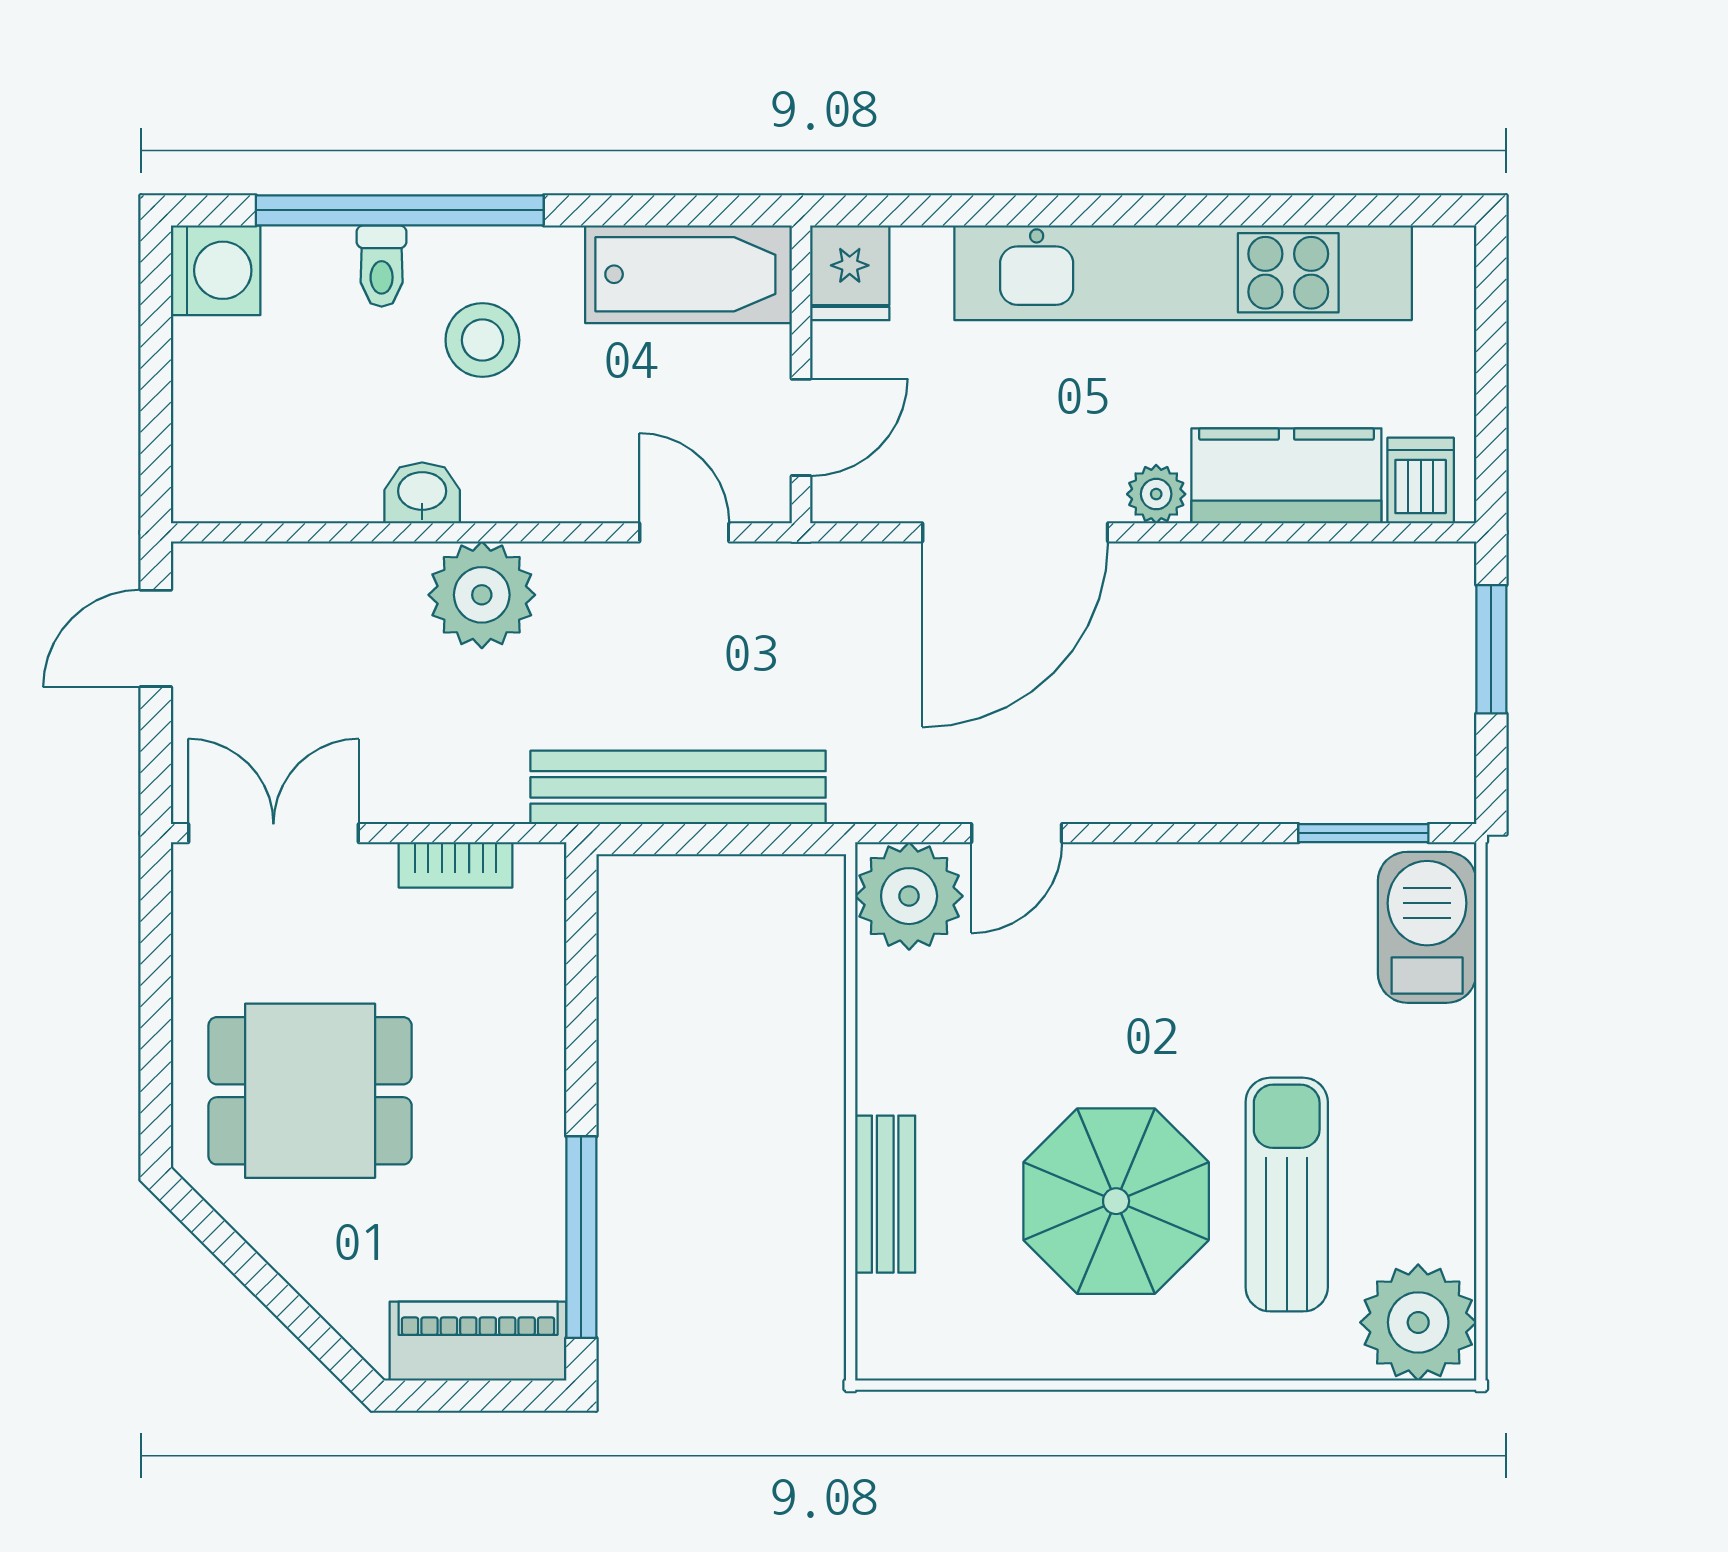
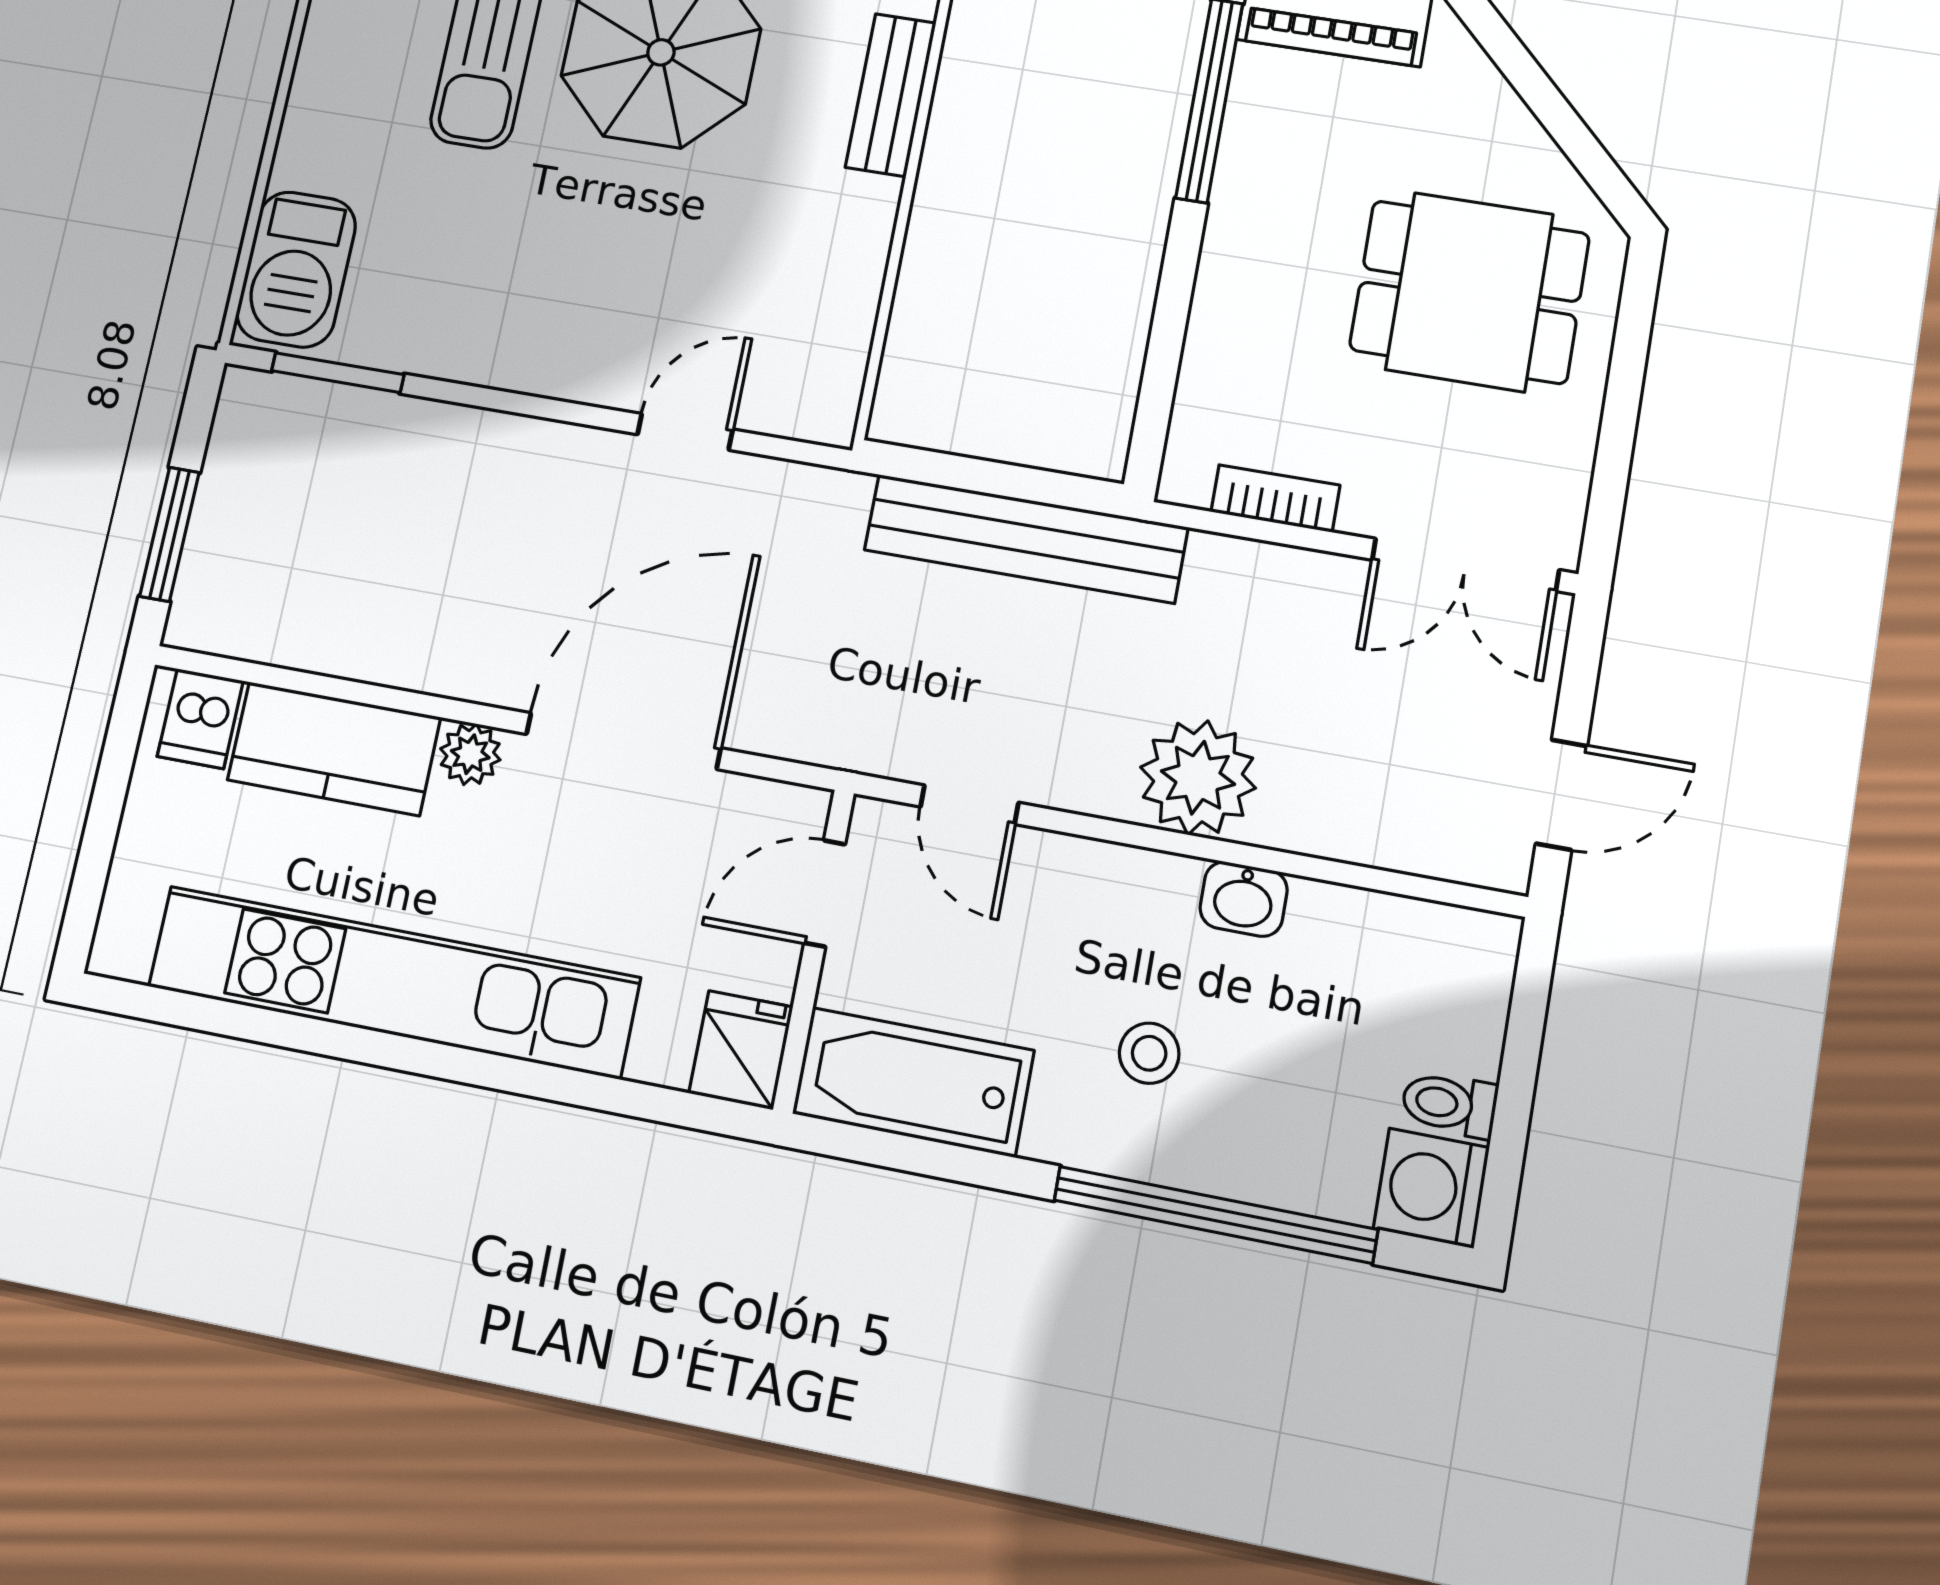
toilet: (382, 266) -> (1449, 1104), moved, turned -90
stool: (482, 340) -> (1149, 1053), width x0.73, depth x0.73
plant: (909, 896) -> (808, 387), removed

